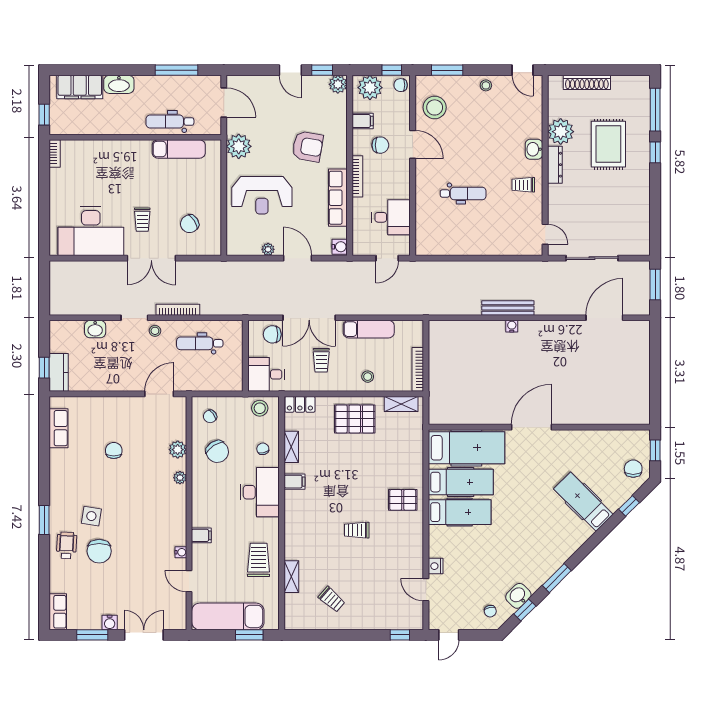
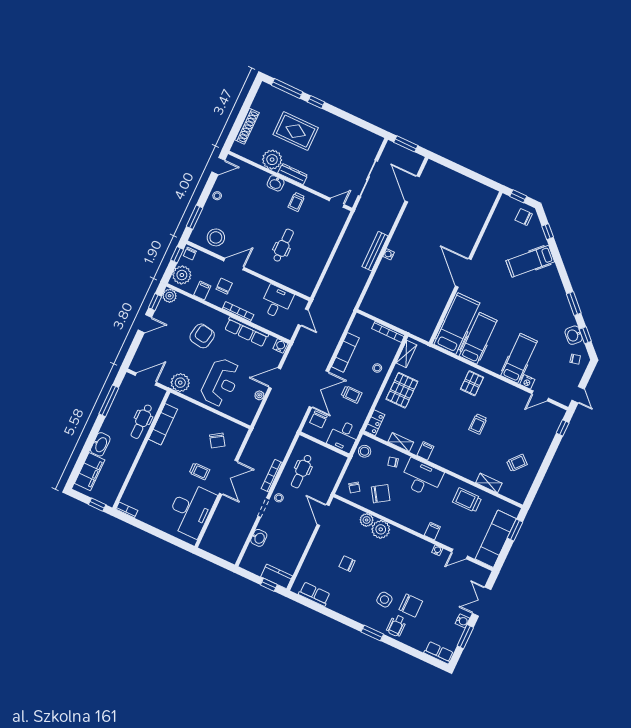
plant: (180, 478) -> (381, 529), width x1.87, depth x1.87
hospital bed: (460, 512) -> (519, 358), moved
wheelchair: (67, 545) -> (396, 626), turned -93

